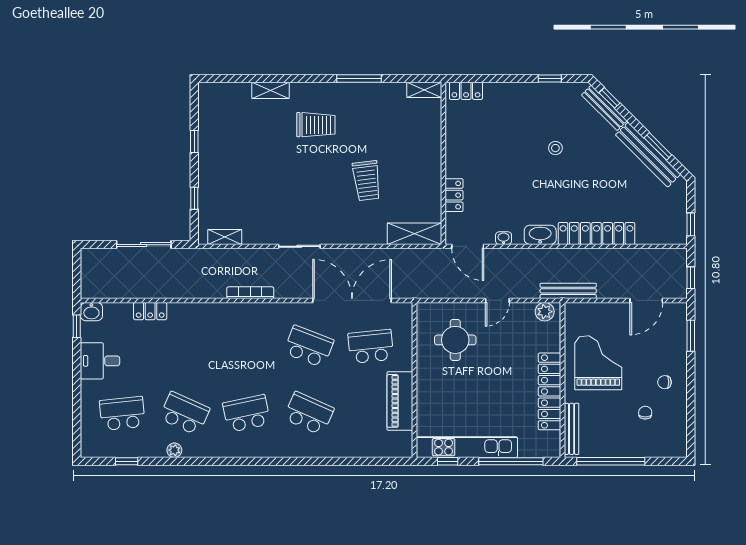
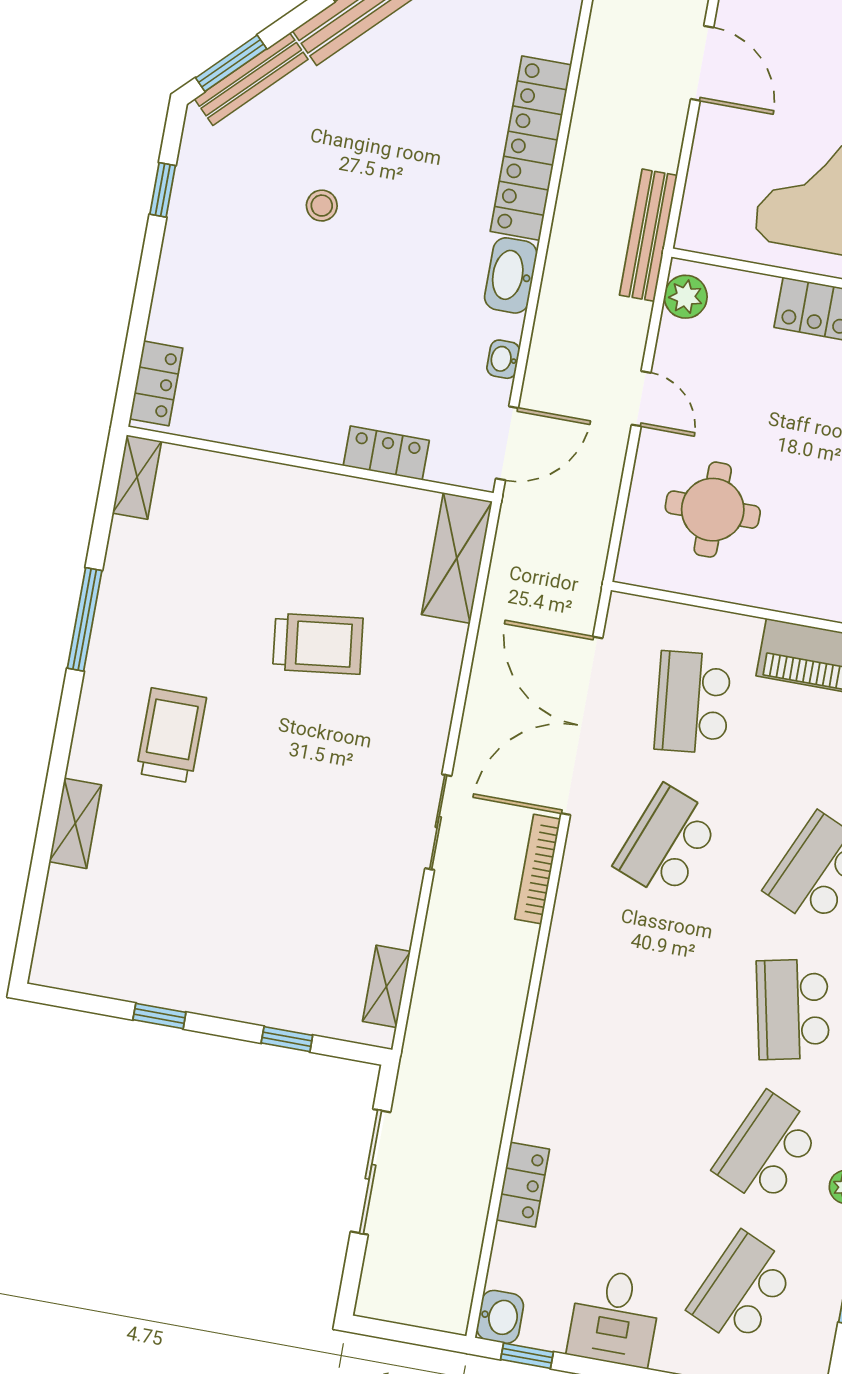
window: (610, 98) -> (231, 63), width x1.50
bookcase: (250, 293) -> (538, 869), moved
school desk: (122, 413) -> (742, 1289), turned 30

